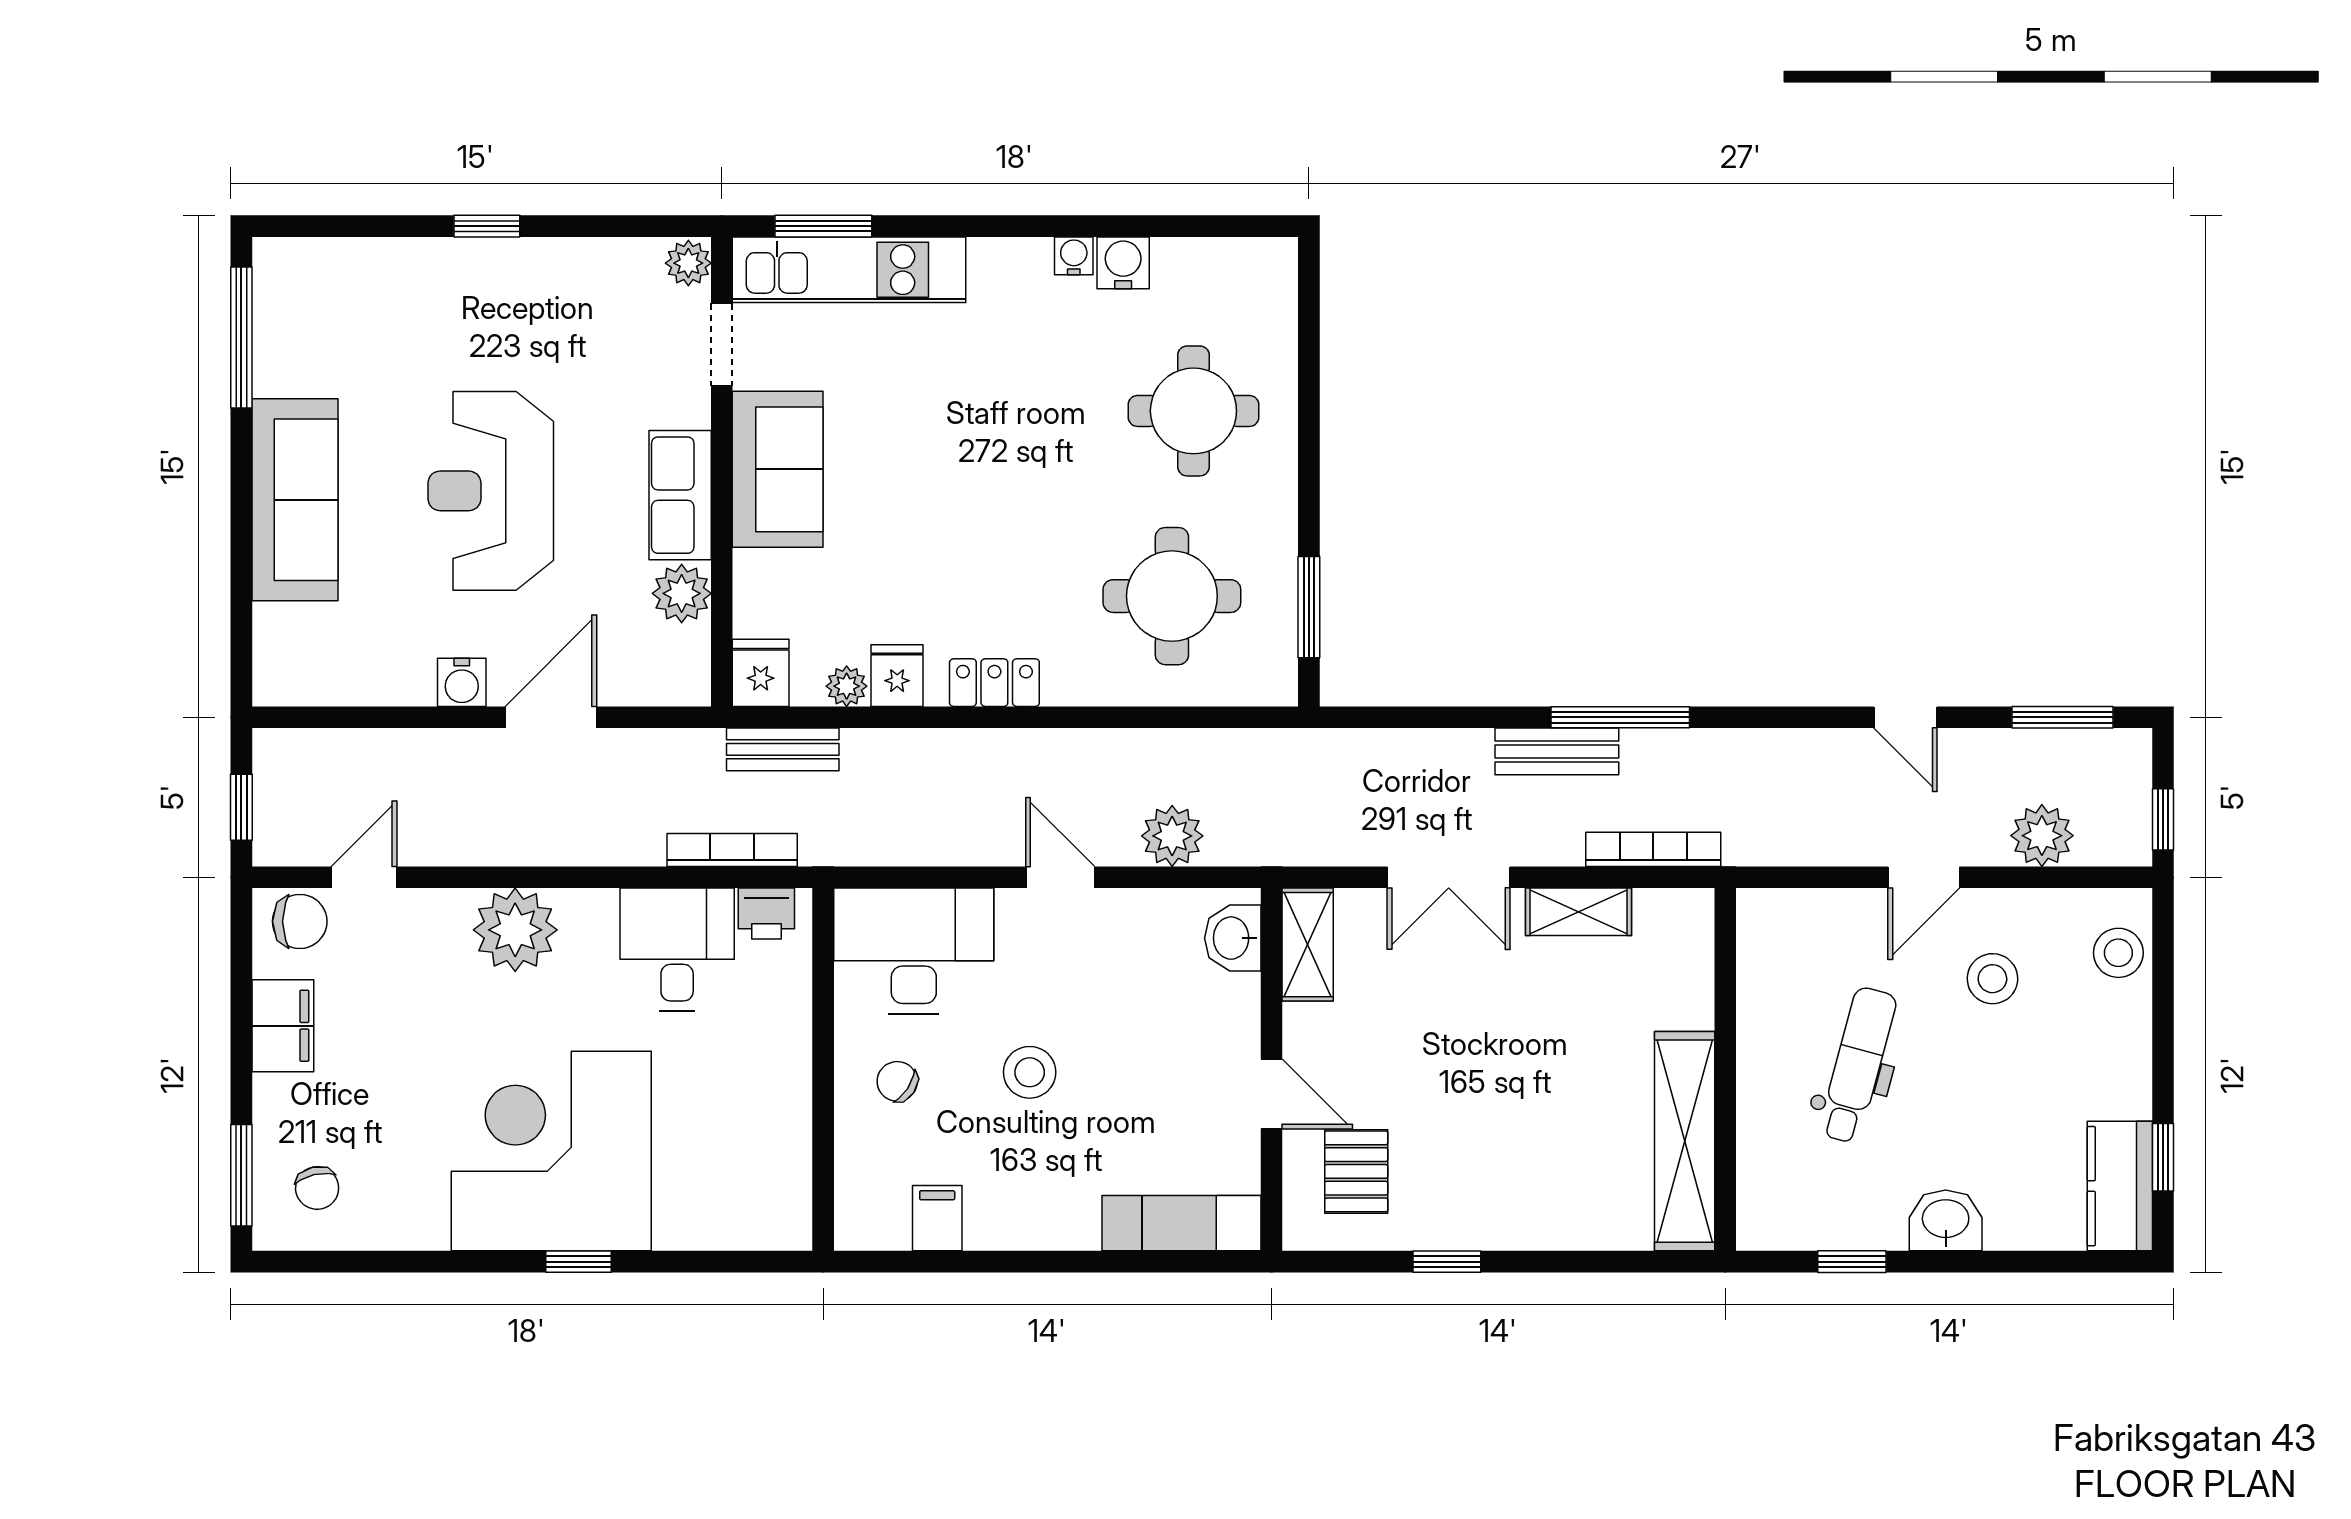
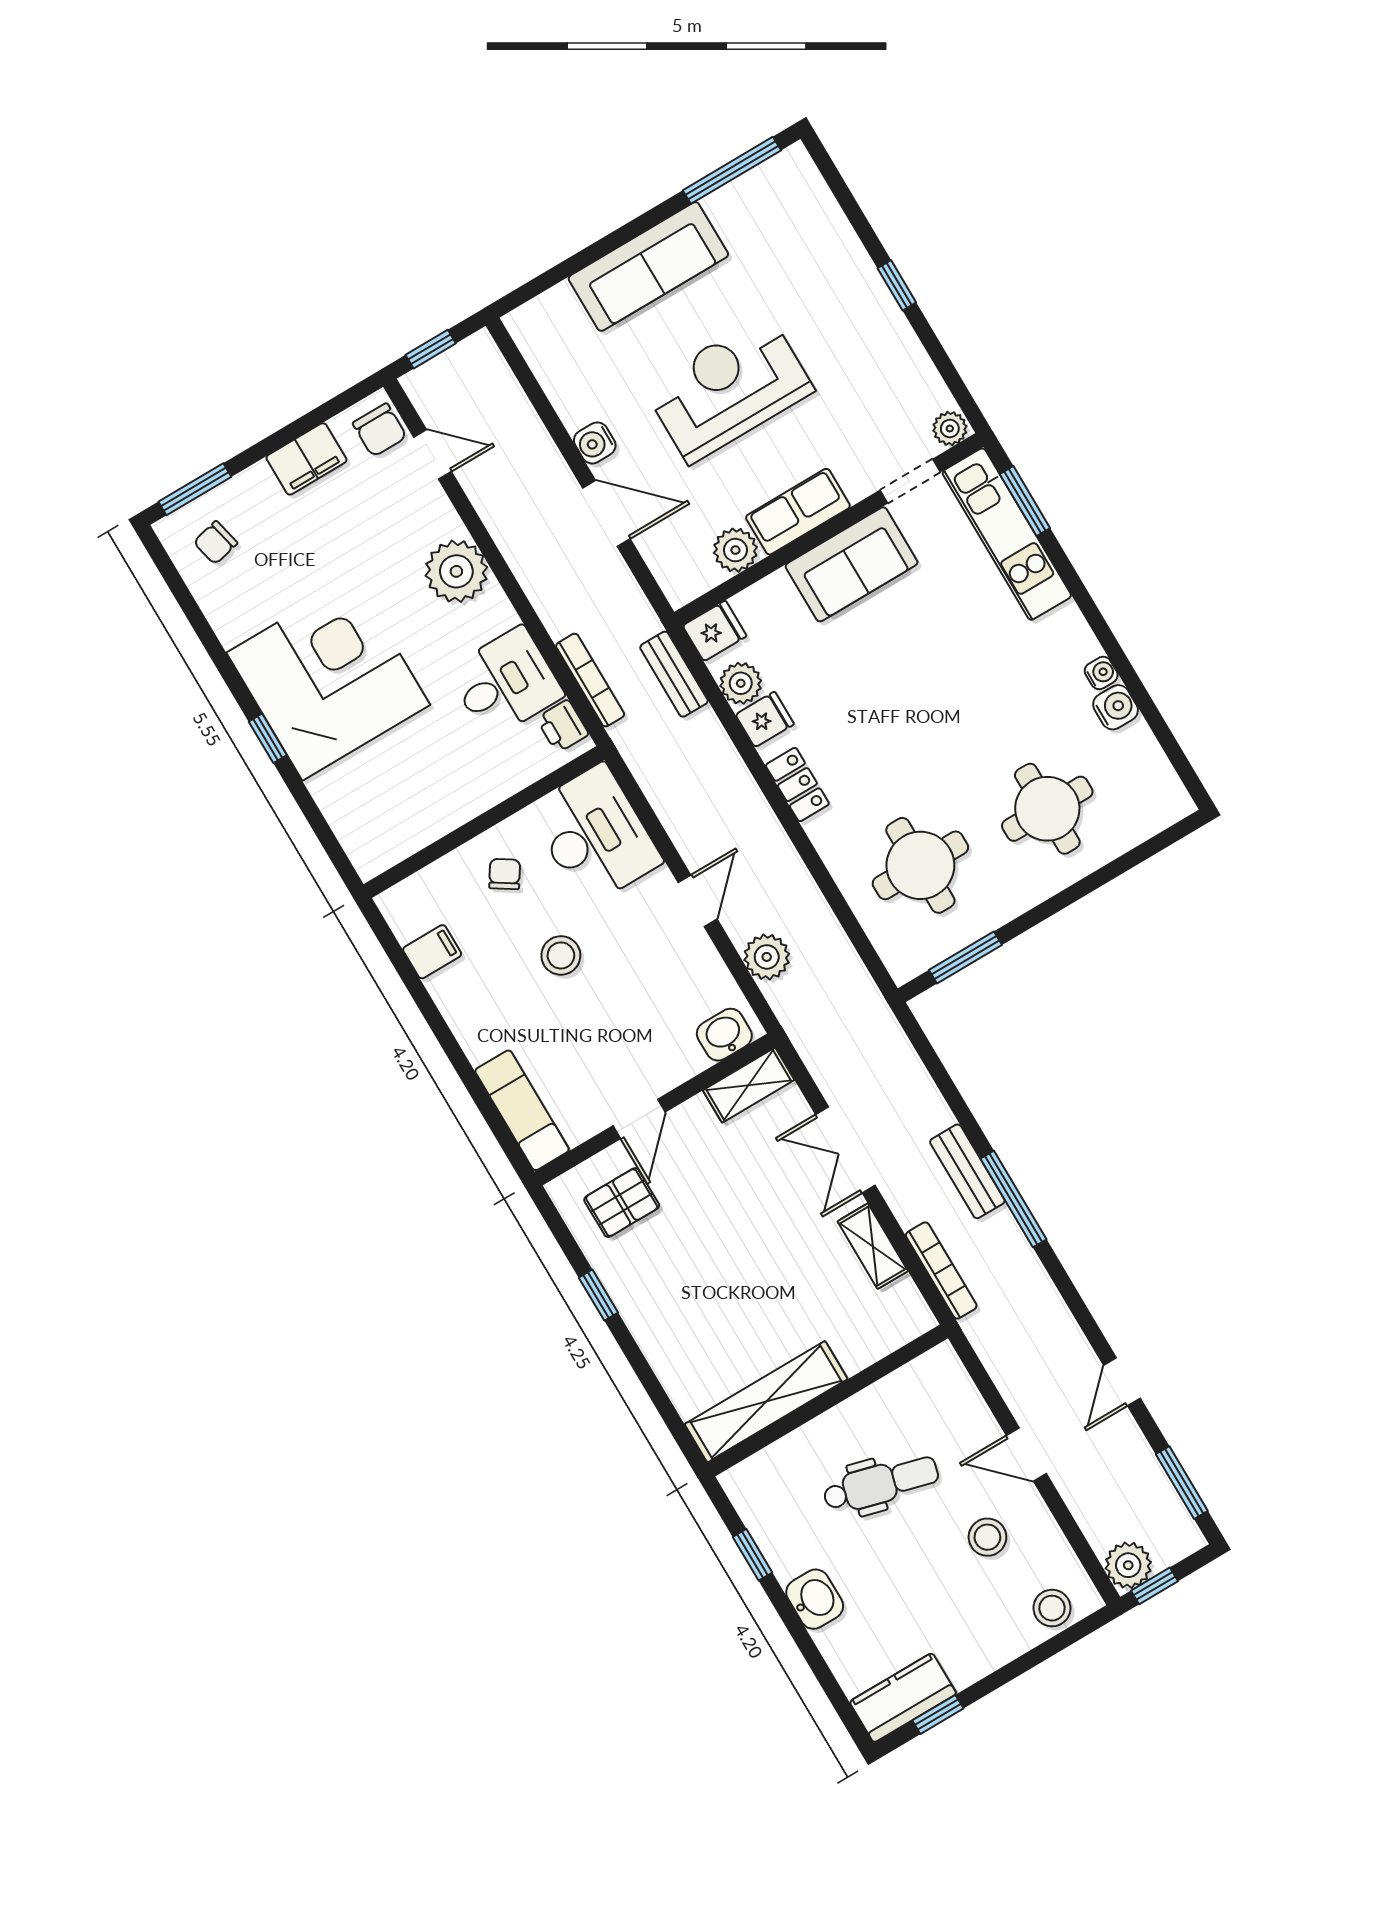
plant: (847, 686) -> (741, 683), width x1.38, depth x1.38
plant: (2042, 836) -> (1128, 1565), moved

